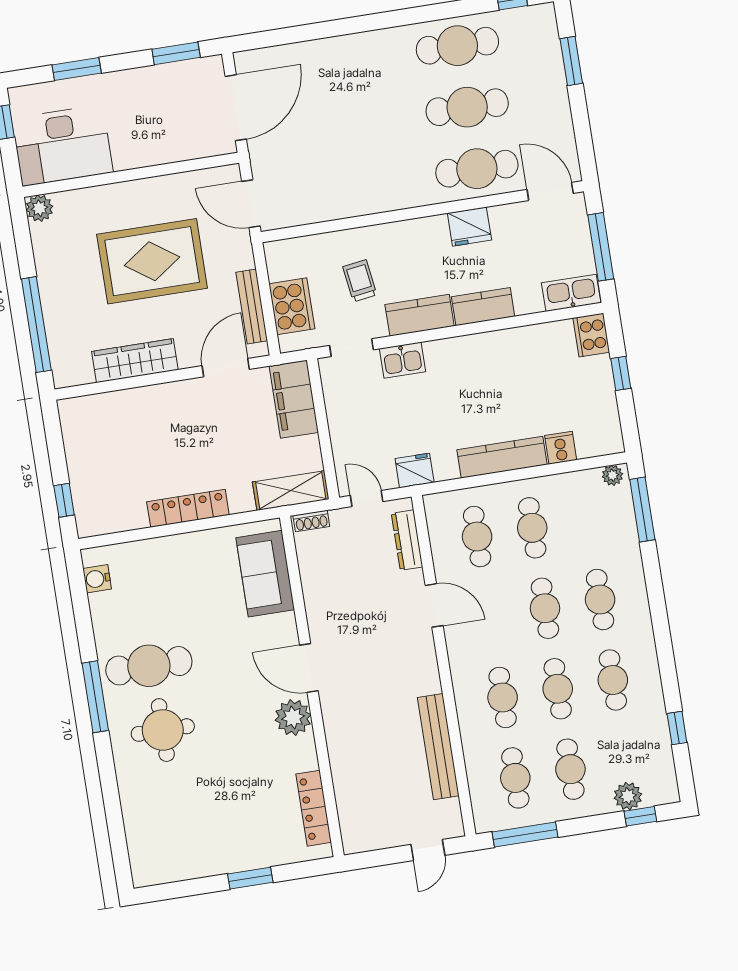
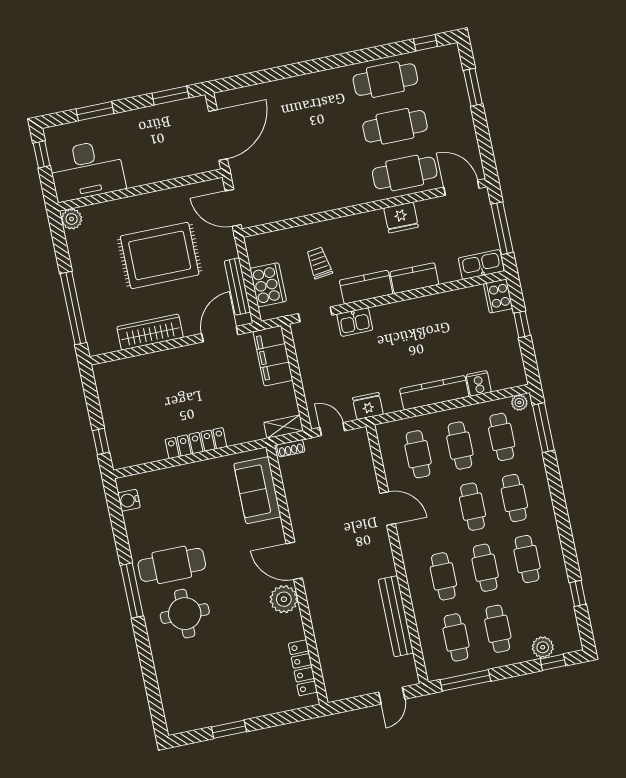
shelving: (291, 491) -> (284, 427), width x0.67, depth x0.75
cafe table: (587, 519) -> (502, 437), added
dresser: (407, 540) -> (365, 460), removed
window: (250, 878) -> (229, 729), moved

